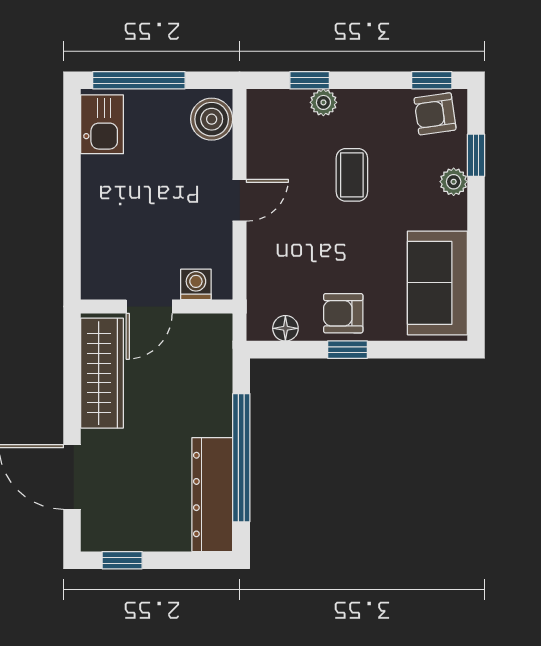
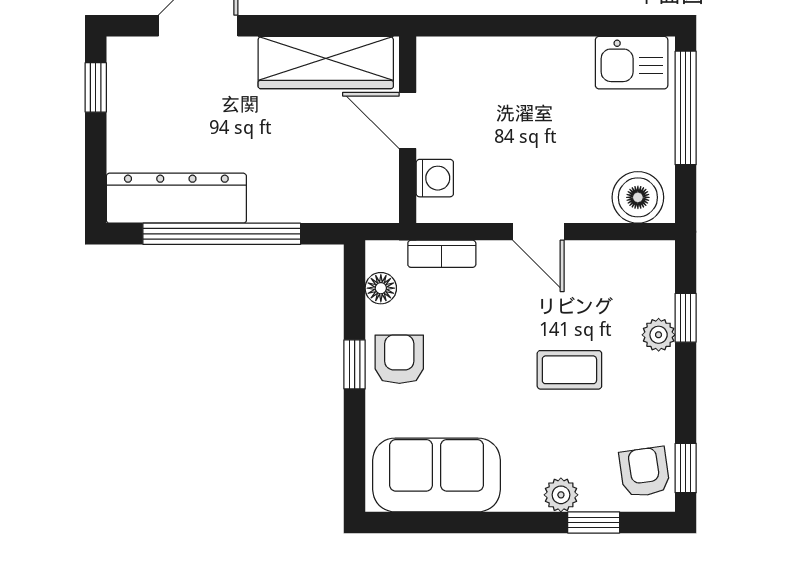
bookcase: (258, 279) -> (442, 254), added

